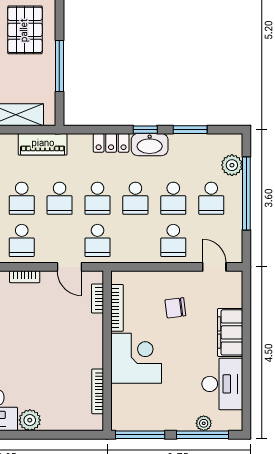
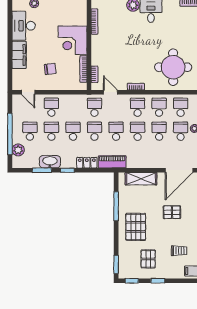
piano: (43, 144) -> (112, 162), moved
washbasin: (150, 145) -> (50, 162), moved

